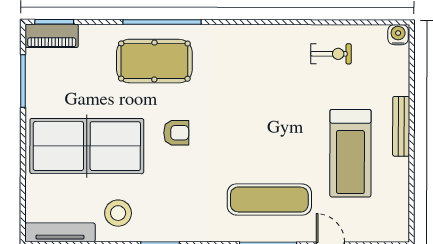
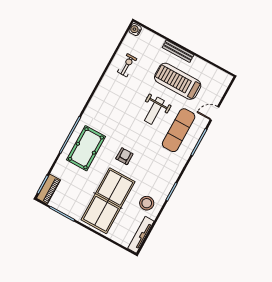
weight bench: (280, 141) -> (154, 111), added
treadmill: (350, 153) -> (178, 81), turned 180

